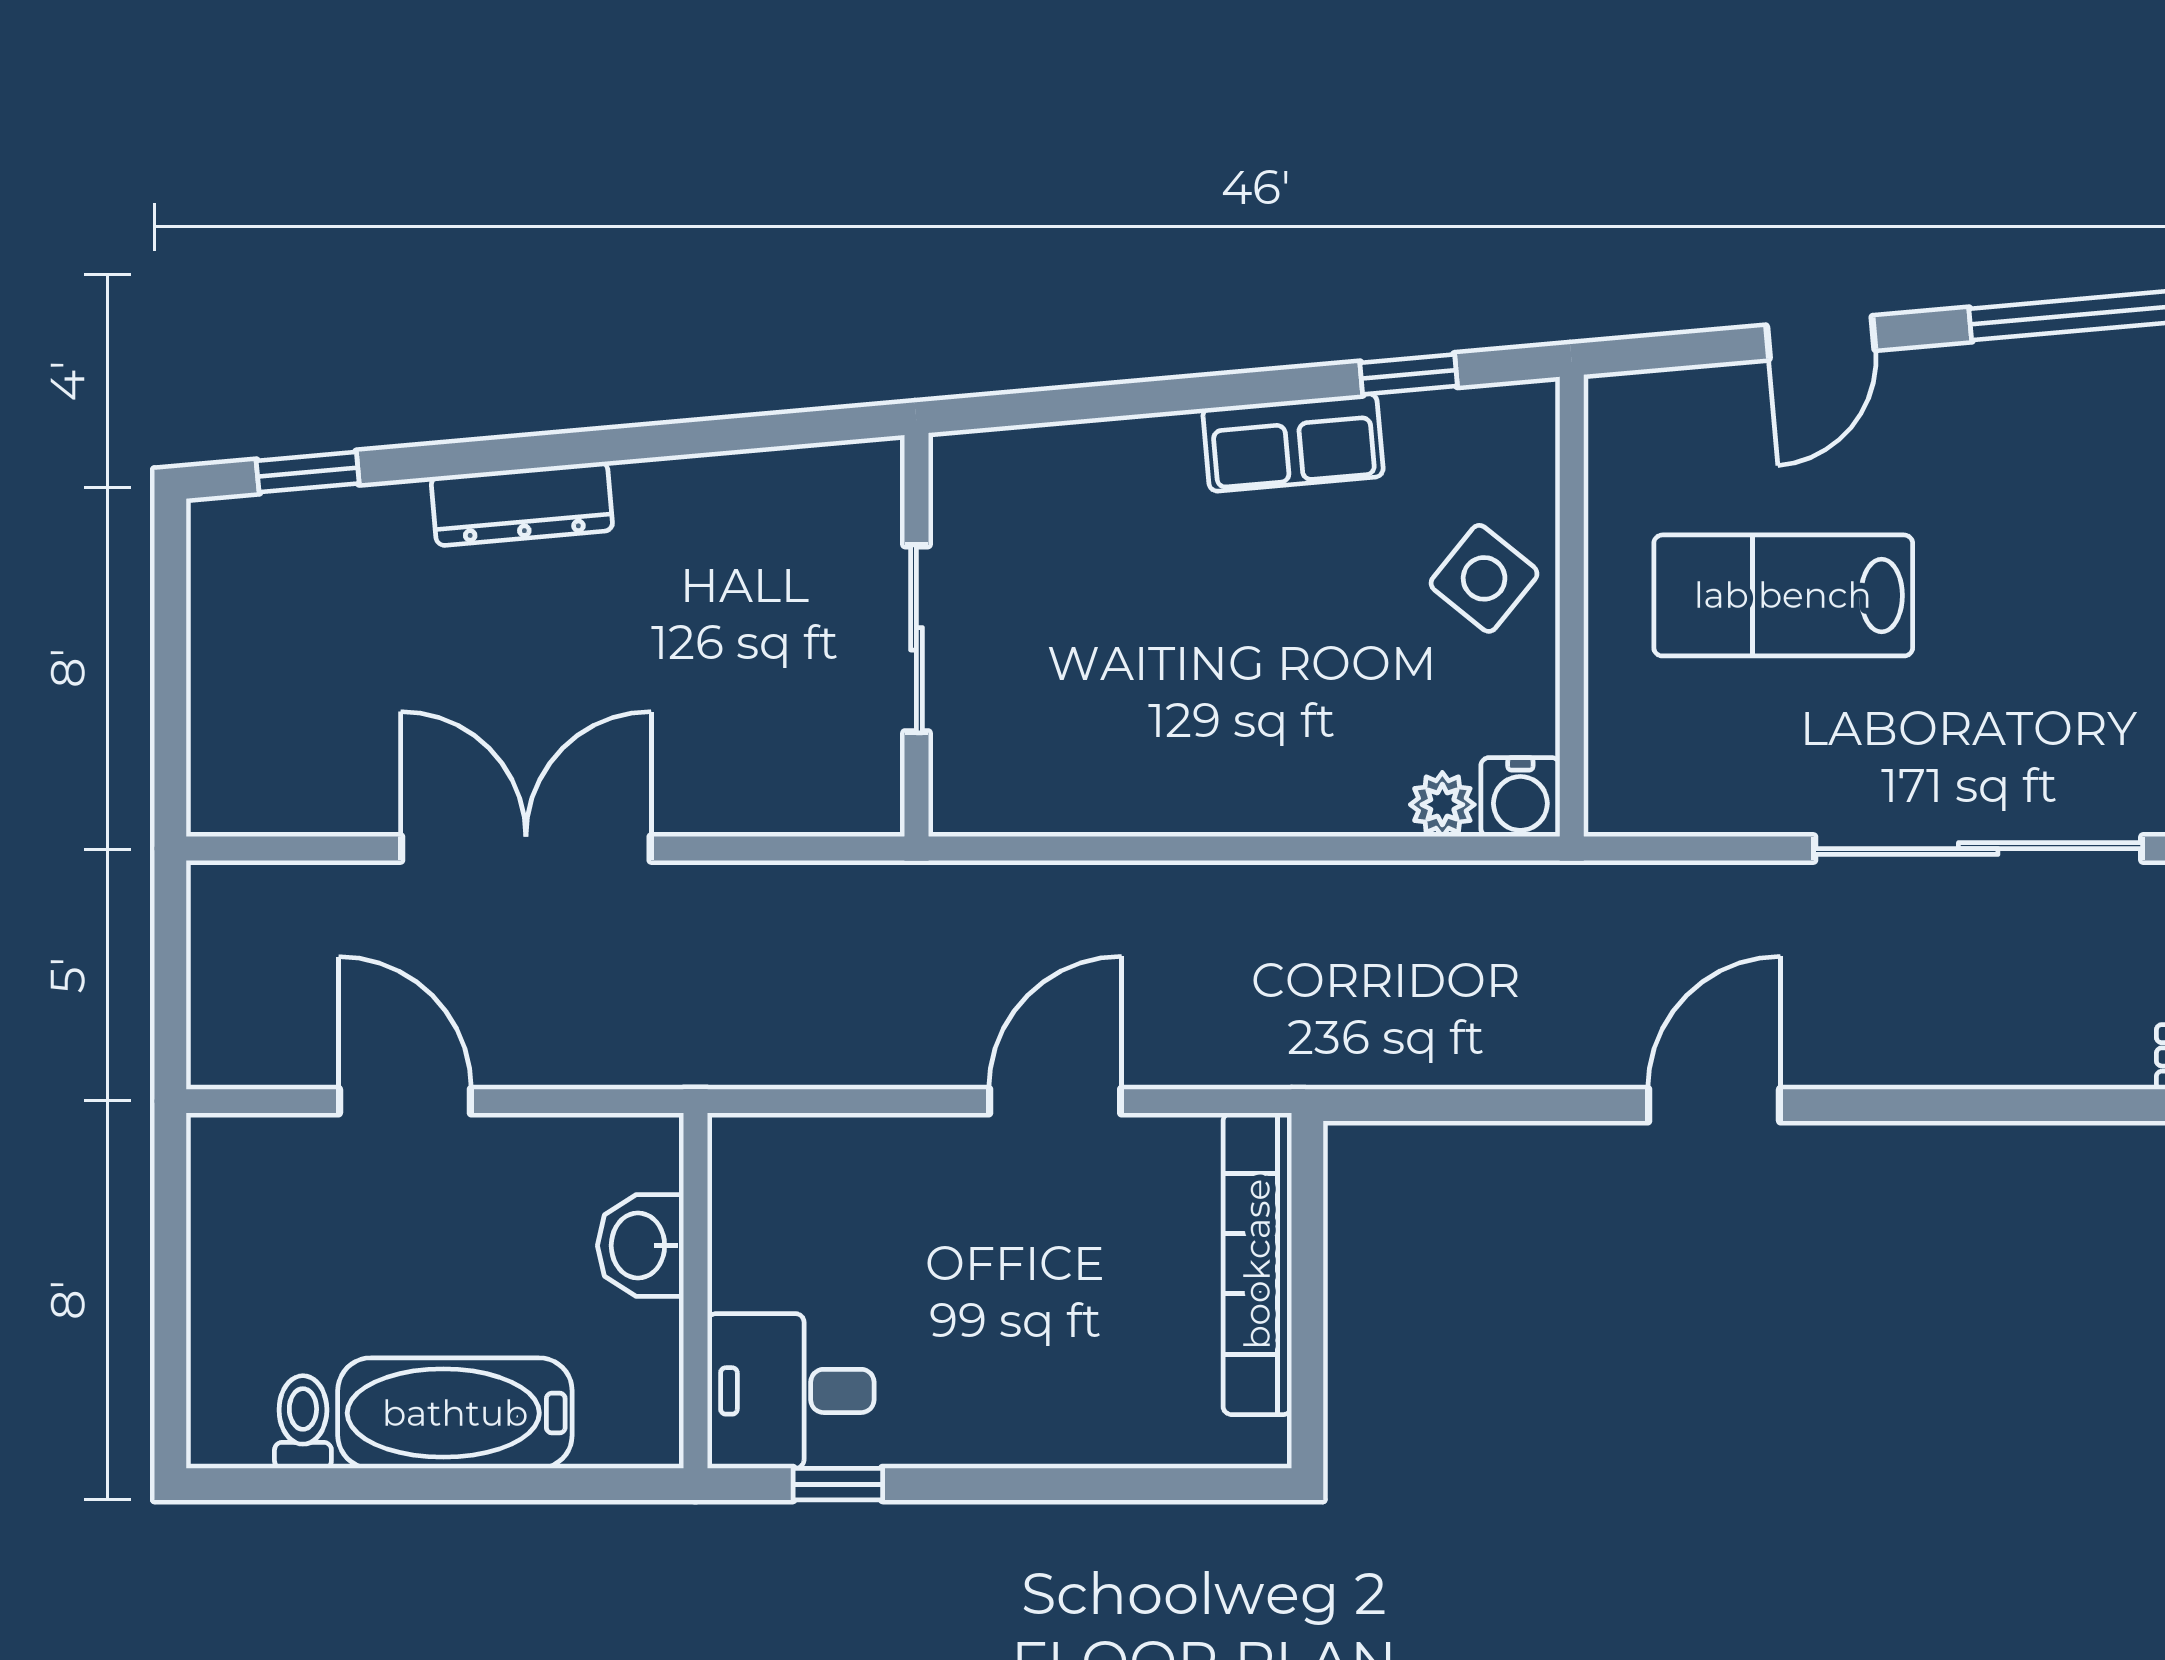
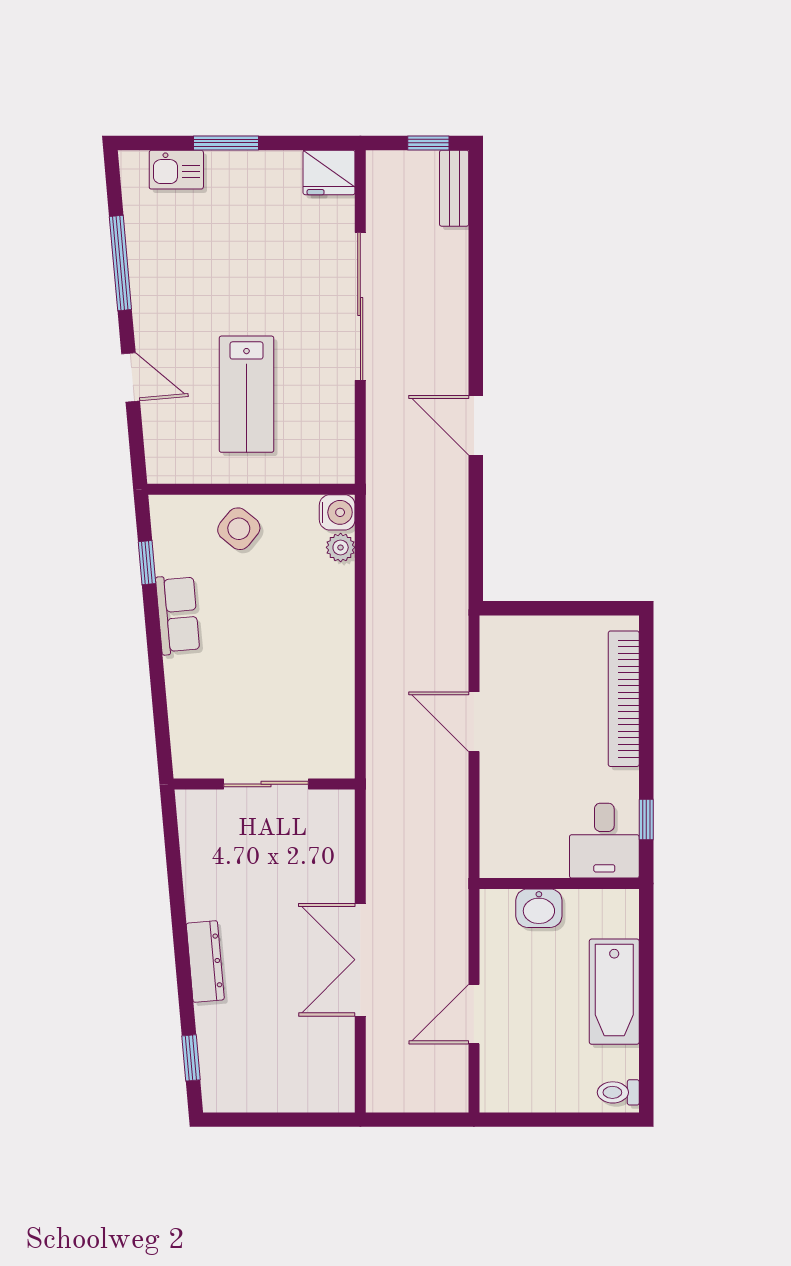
bookcase: (1257, 1264) -> (624, 699), moved, turned 90
toilet: (303, 1422) -> (618, 1092), moved

